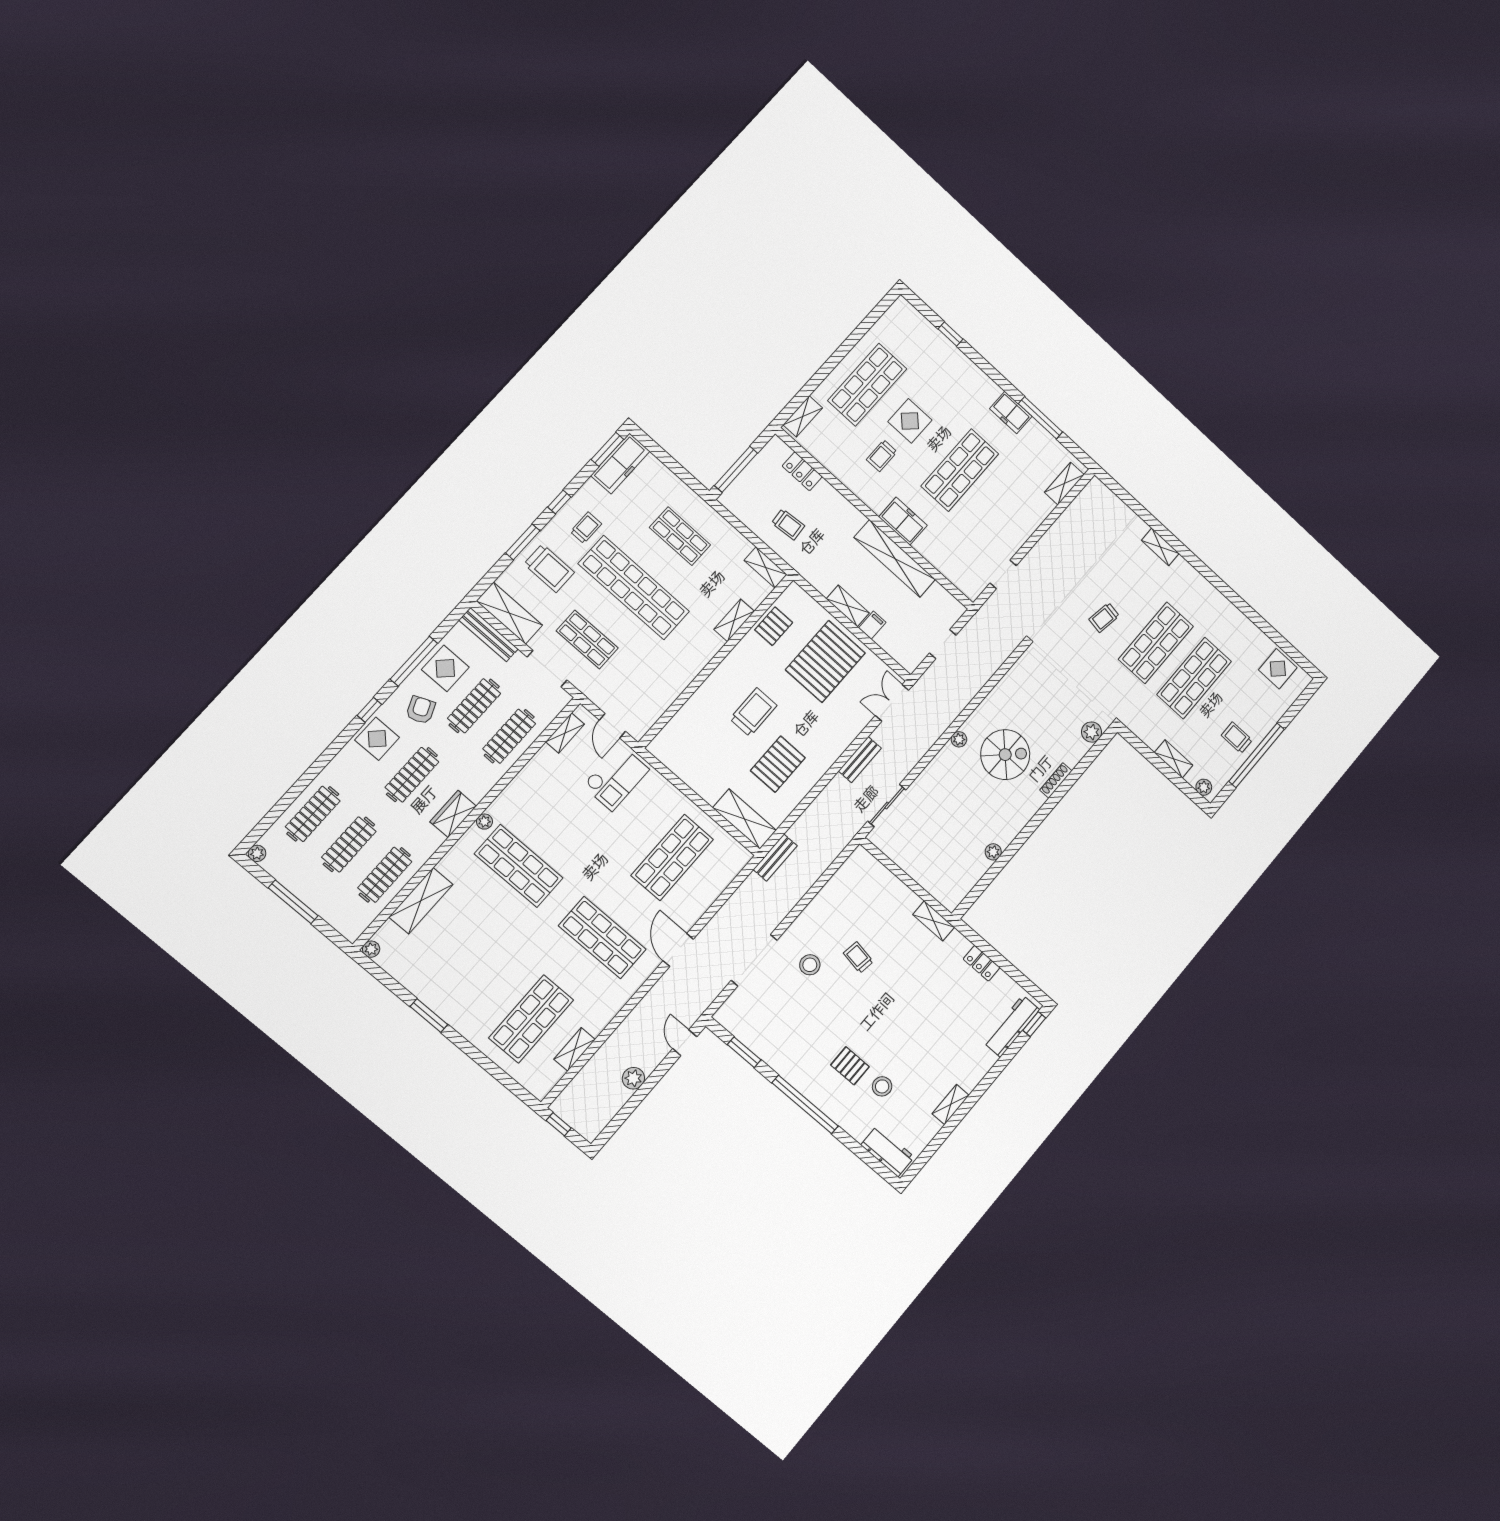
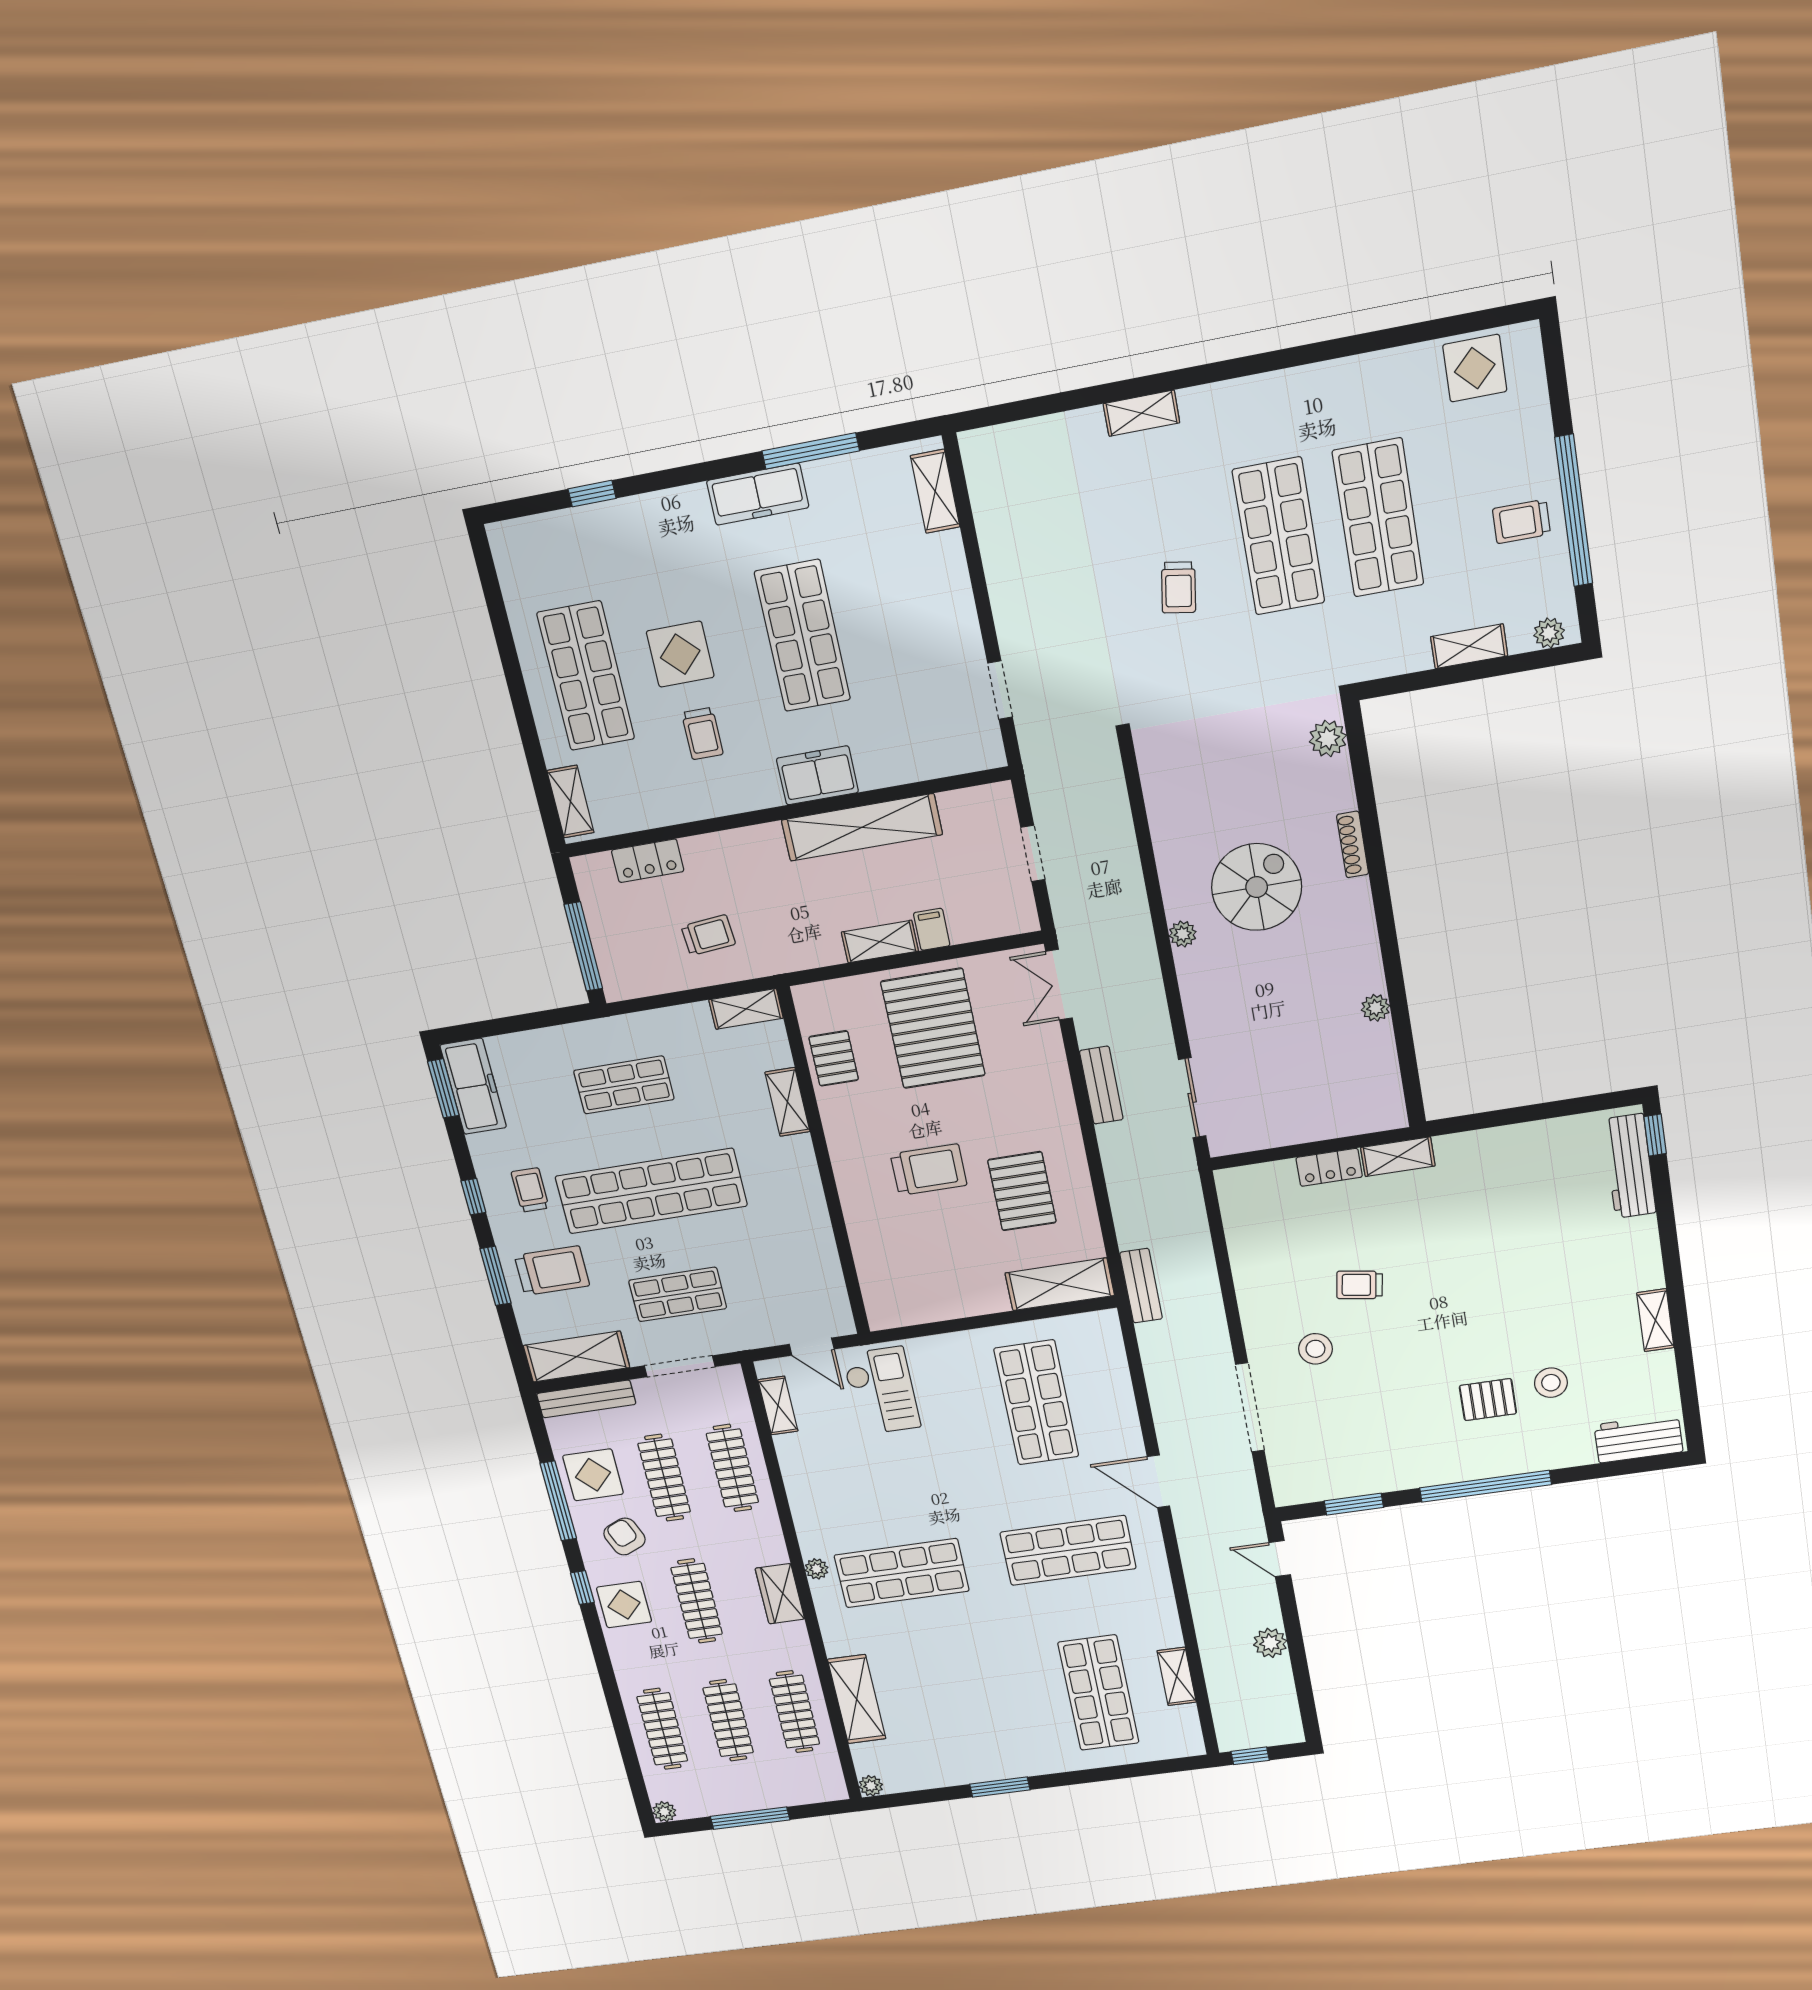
freezer: (1011, 412) -> (758, 494), width x1.40
trolley: (753, 712) -> (929, 1170), turned 90
locker: (982, 963) -> (1329, 1167), moved

